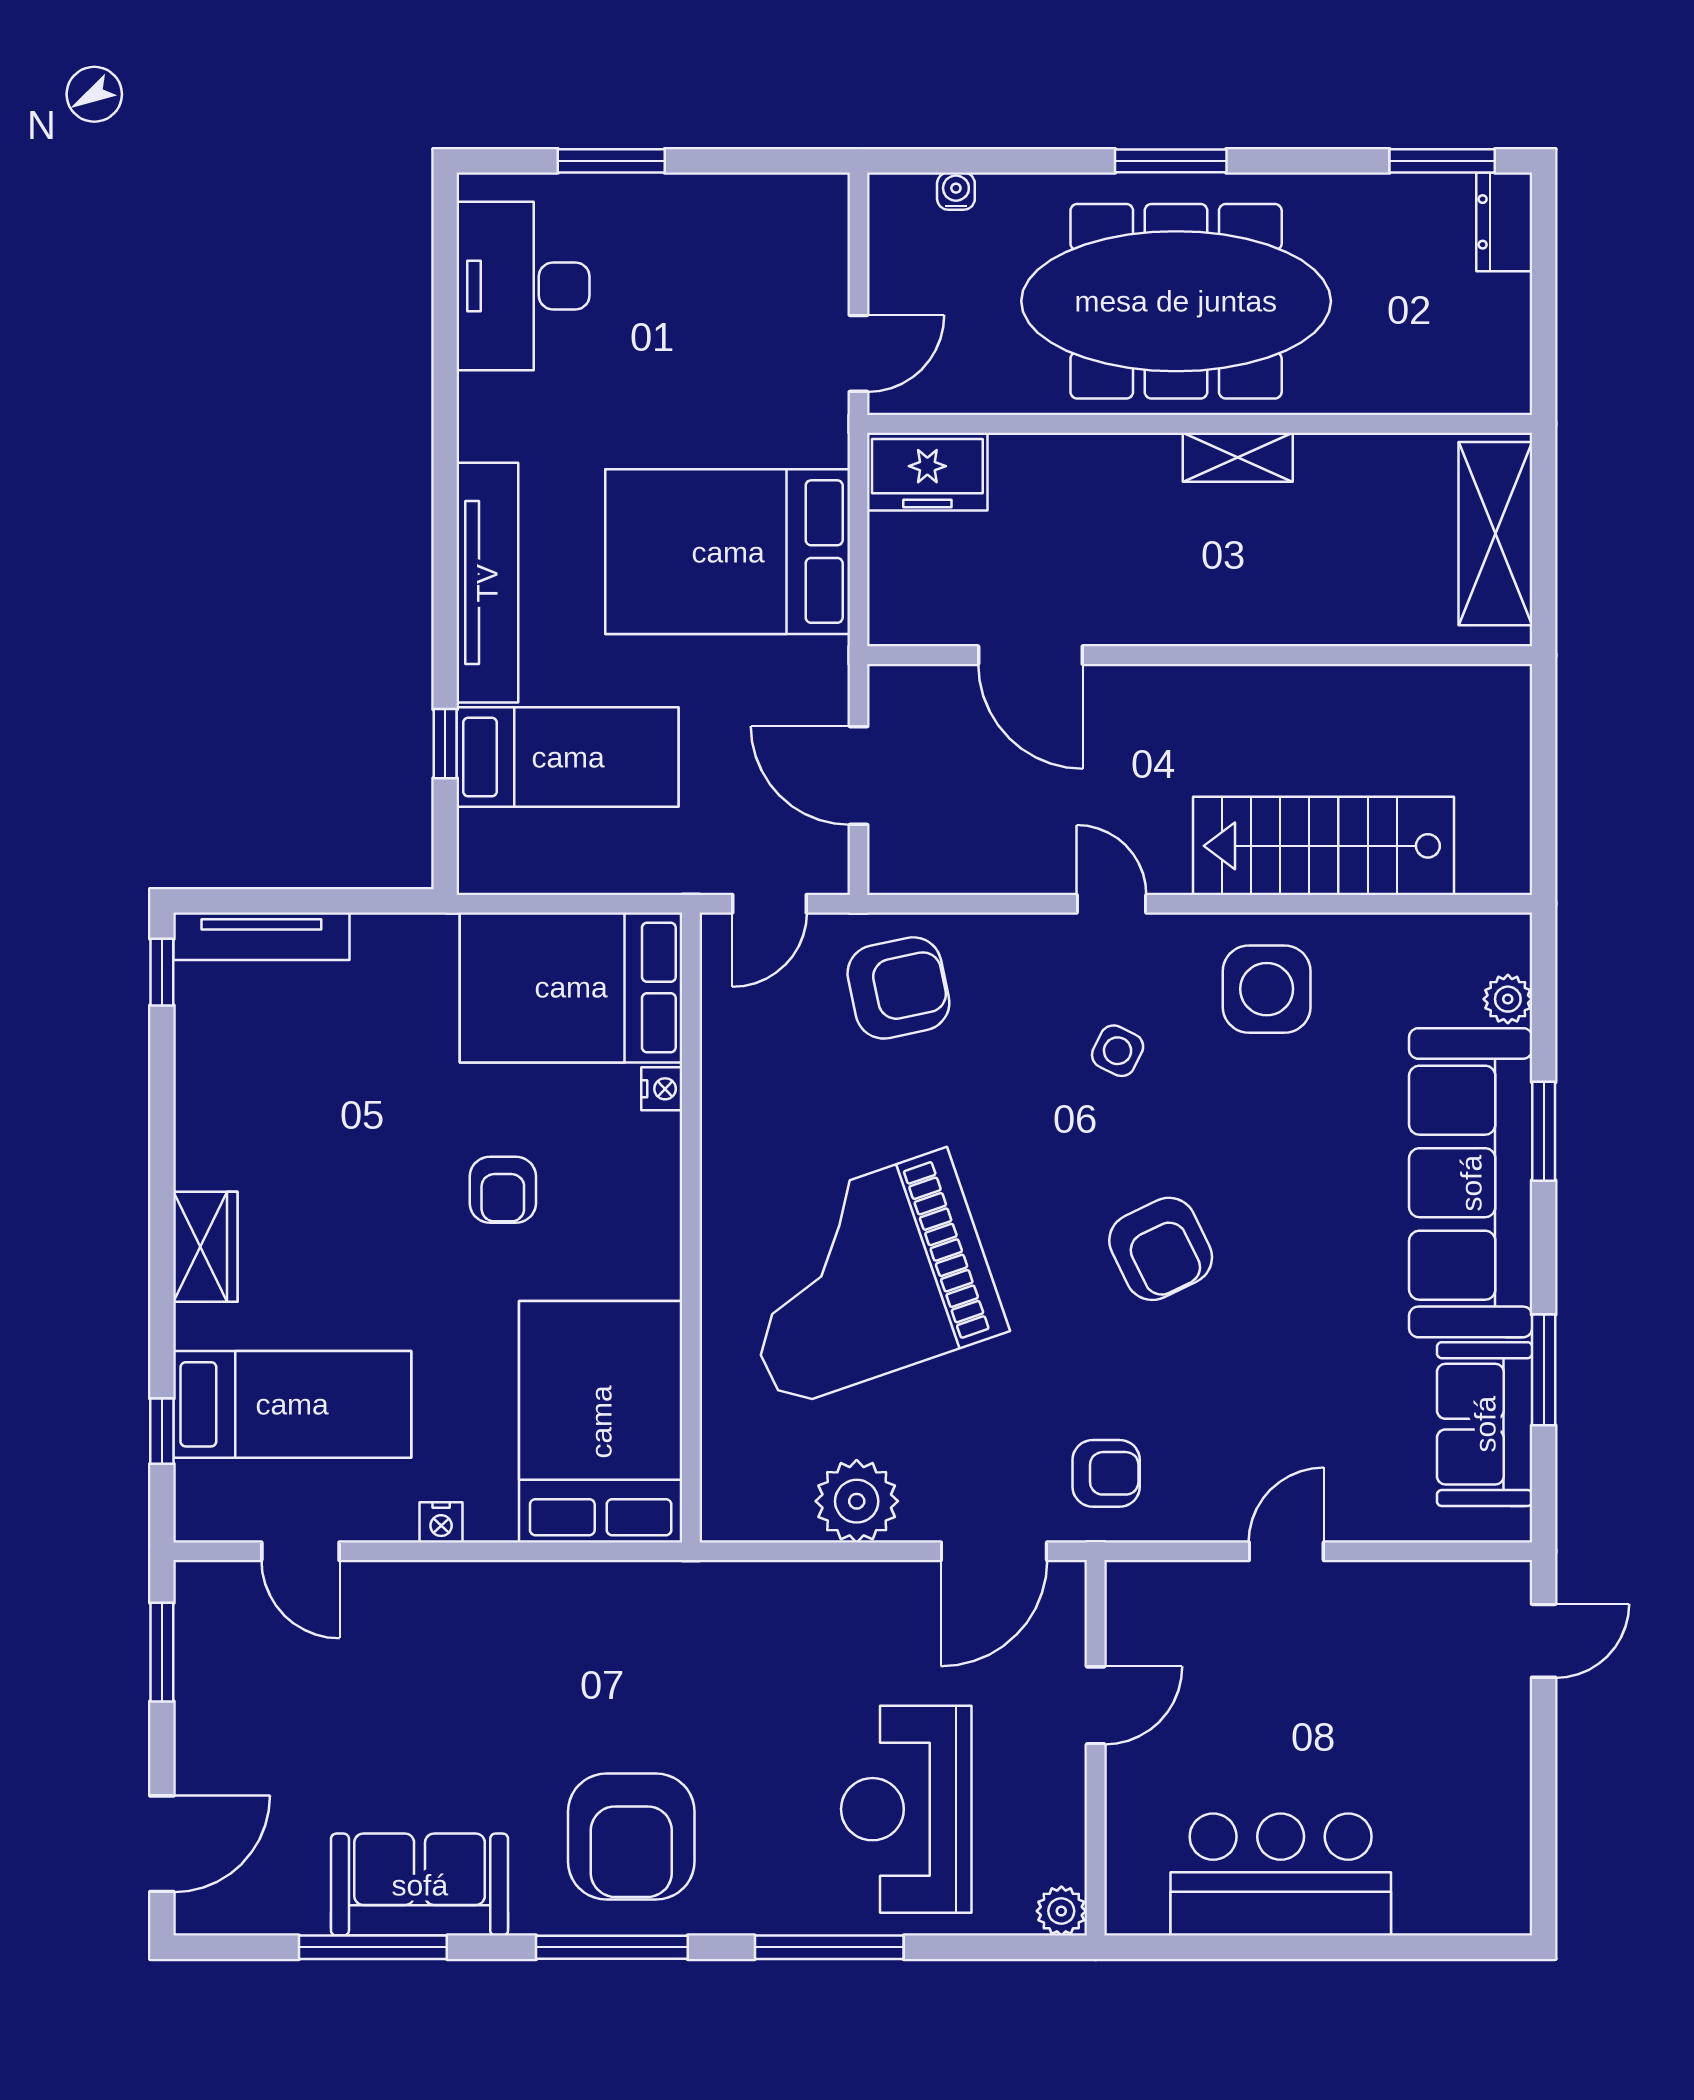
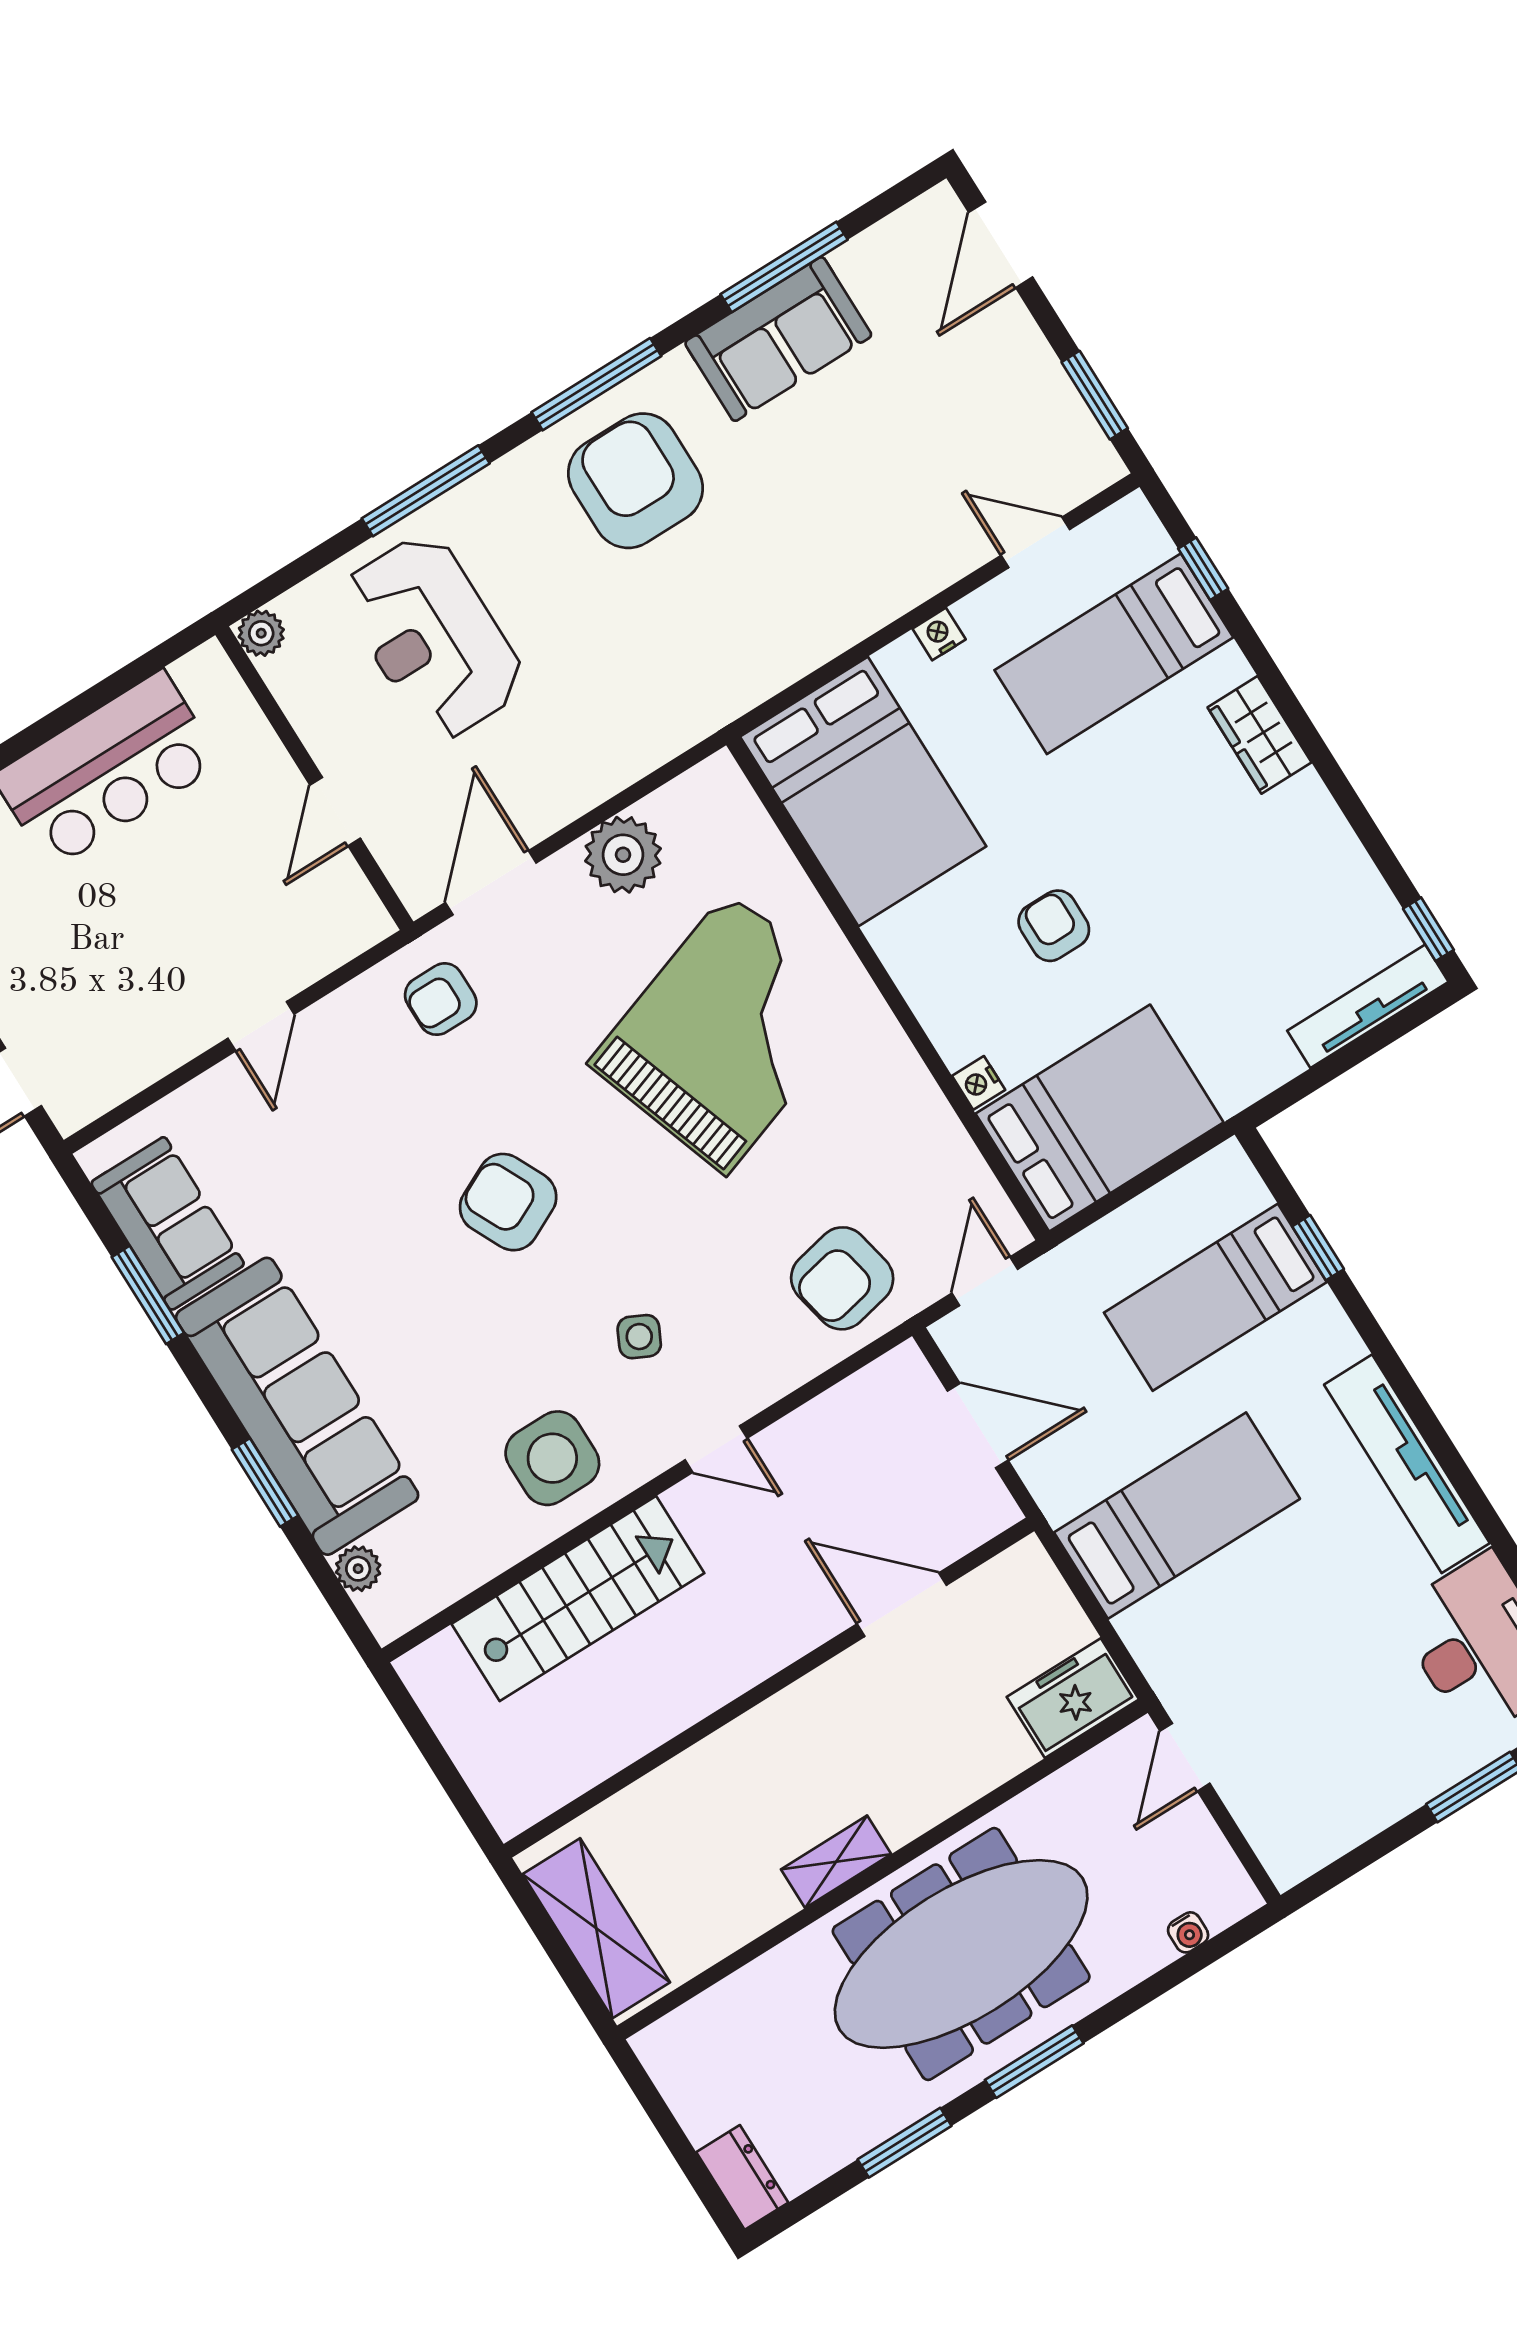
window: (1442, 161) -> (905, 2143), moved
bed: (728, 552) -> (1177, 1516), width x0.67
tv unit: (487, 583) -> (1407, 1464), moved
reception desk: (906, 1809) -> (433, 637), turned 180

